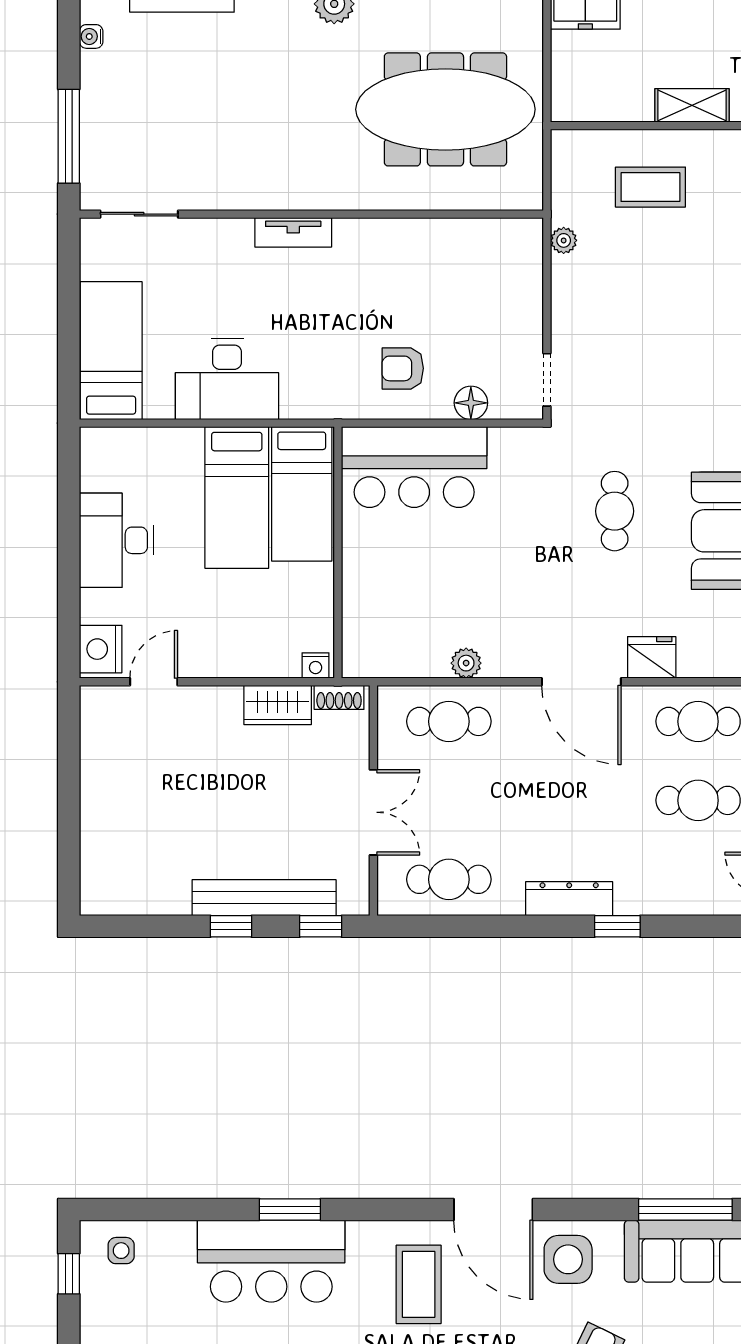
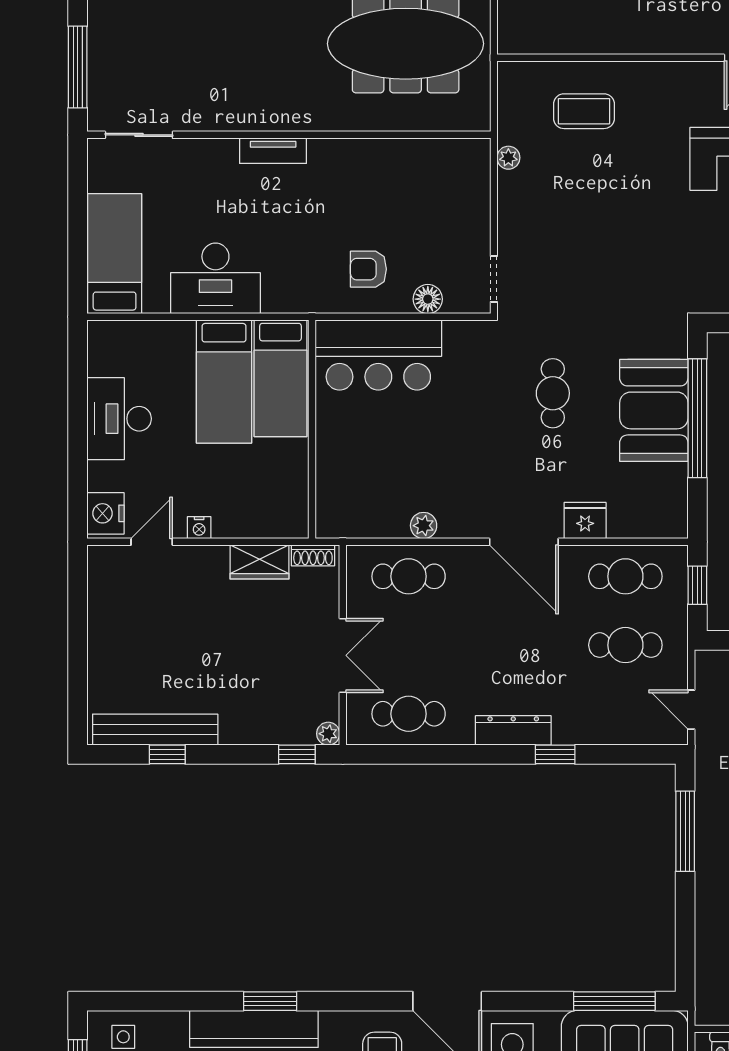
shelving: (692, 105) -> (620, 40), removed
nightstand: (316, 665) -> (199, 528), moved
bench: (264, 898) -> (155, 730), moved
plant: (357, 902) -> (328, 734), added
window: (231, 926) -> (167, 754), moved

